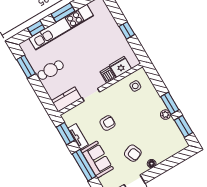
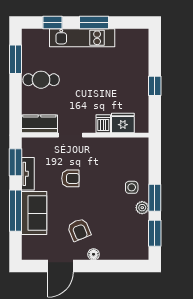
kitchen unit: (61, 27) -> (82, 38), width x0.73
side table: (135, 86) -> (132, 187), moved

